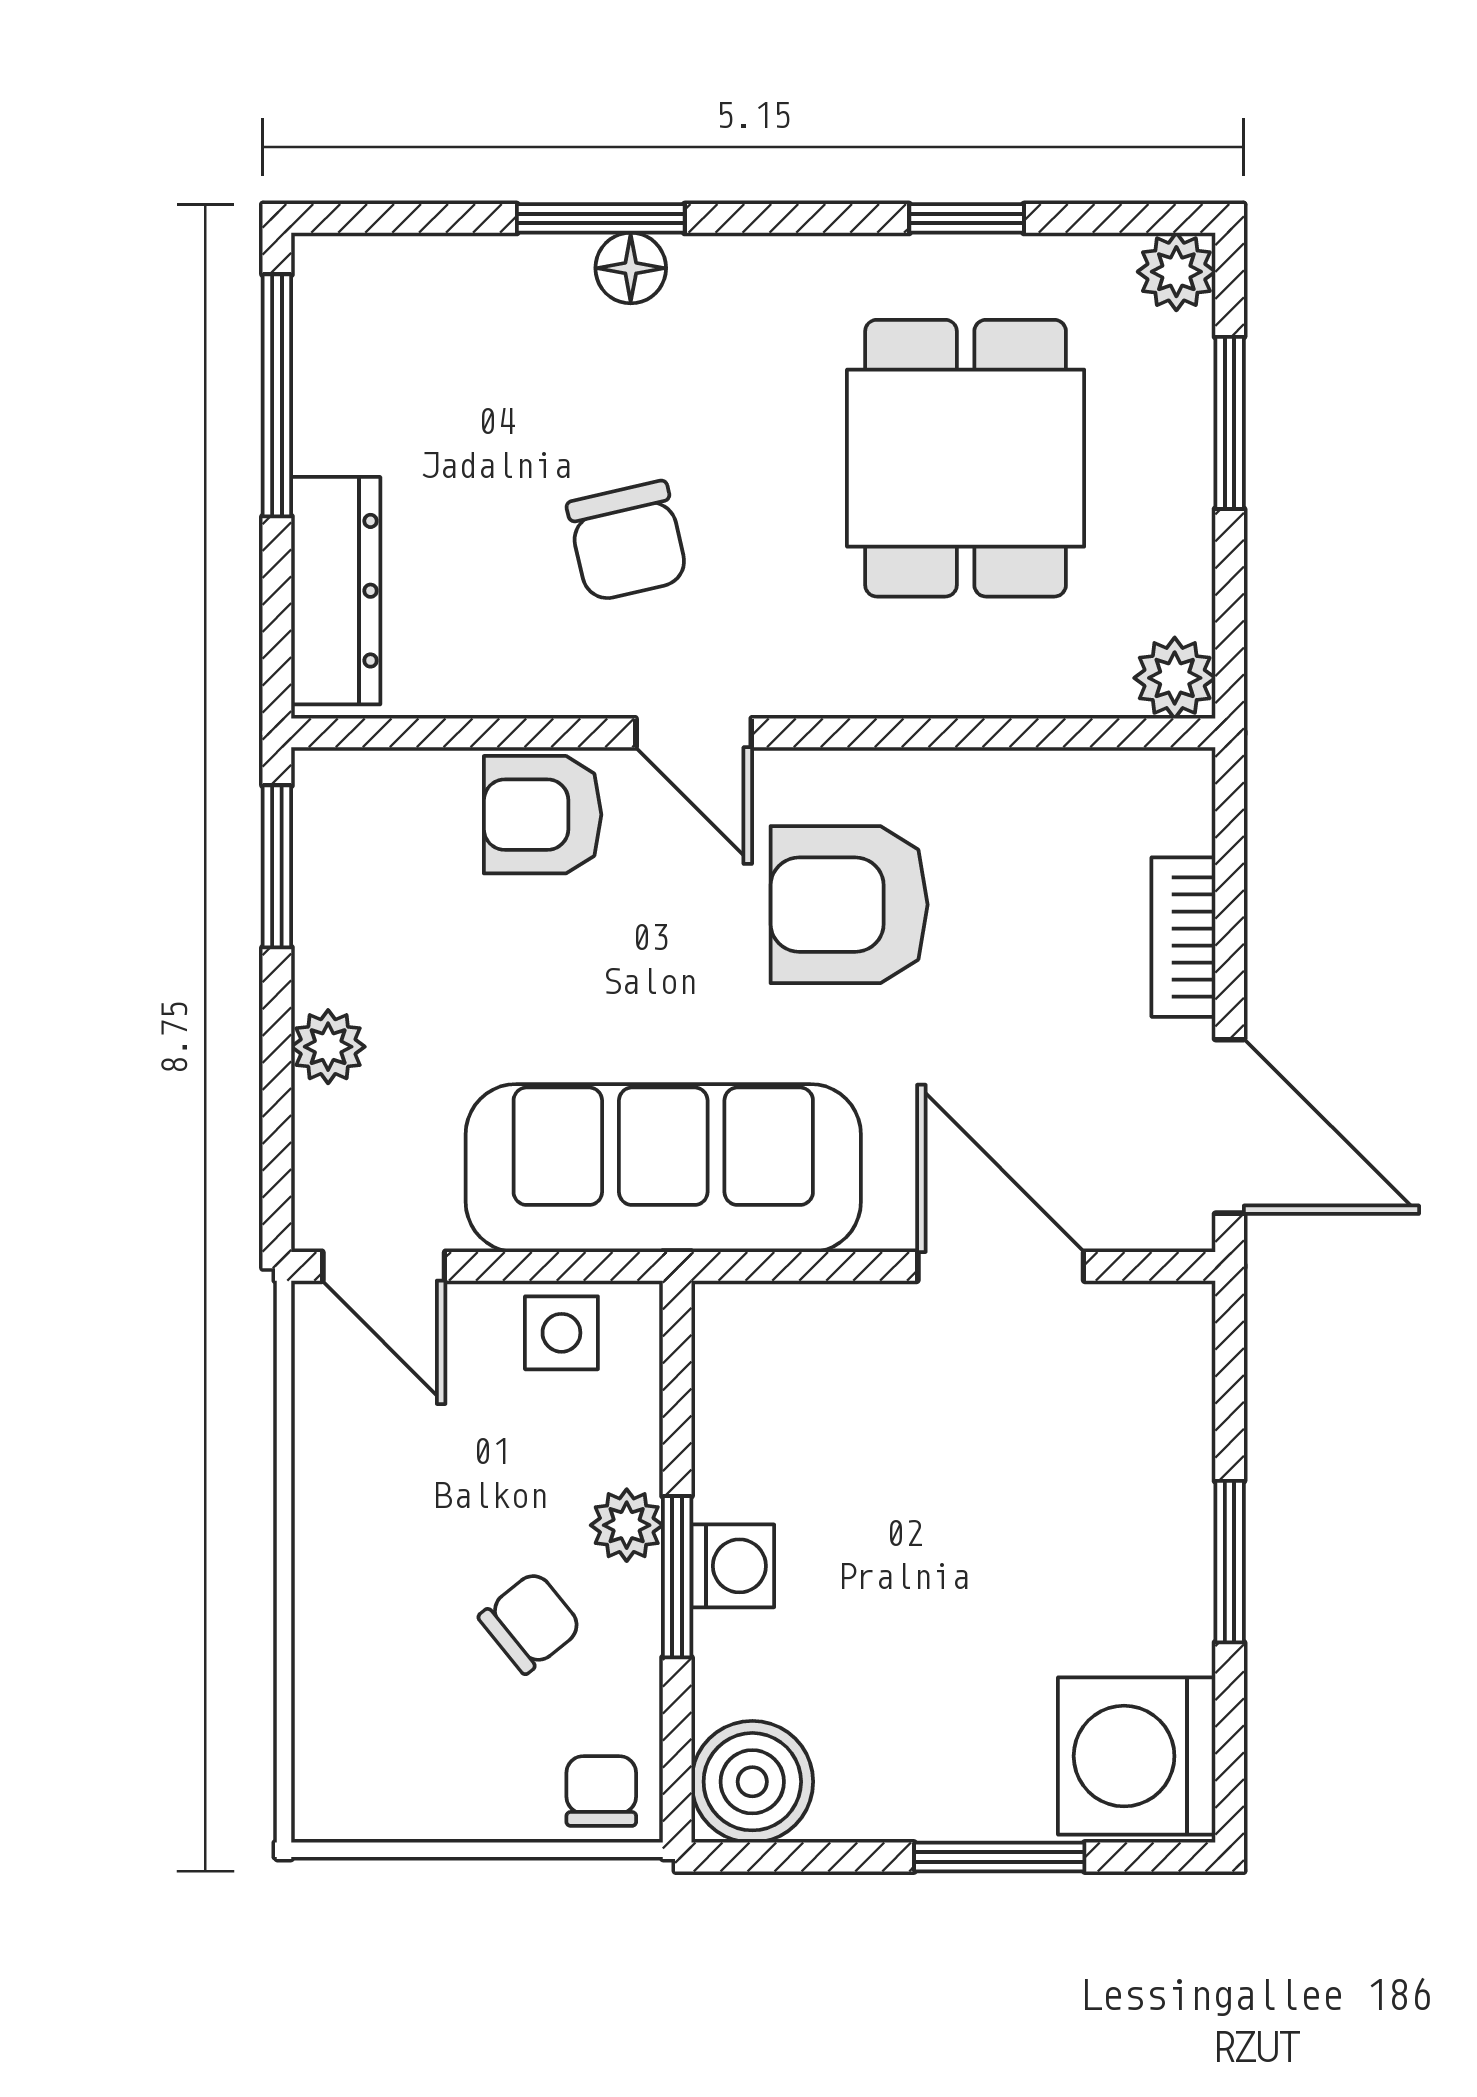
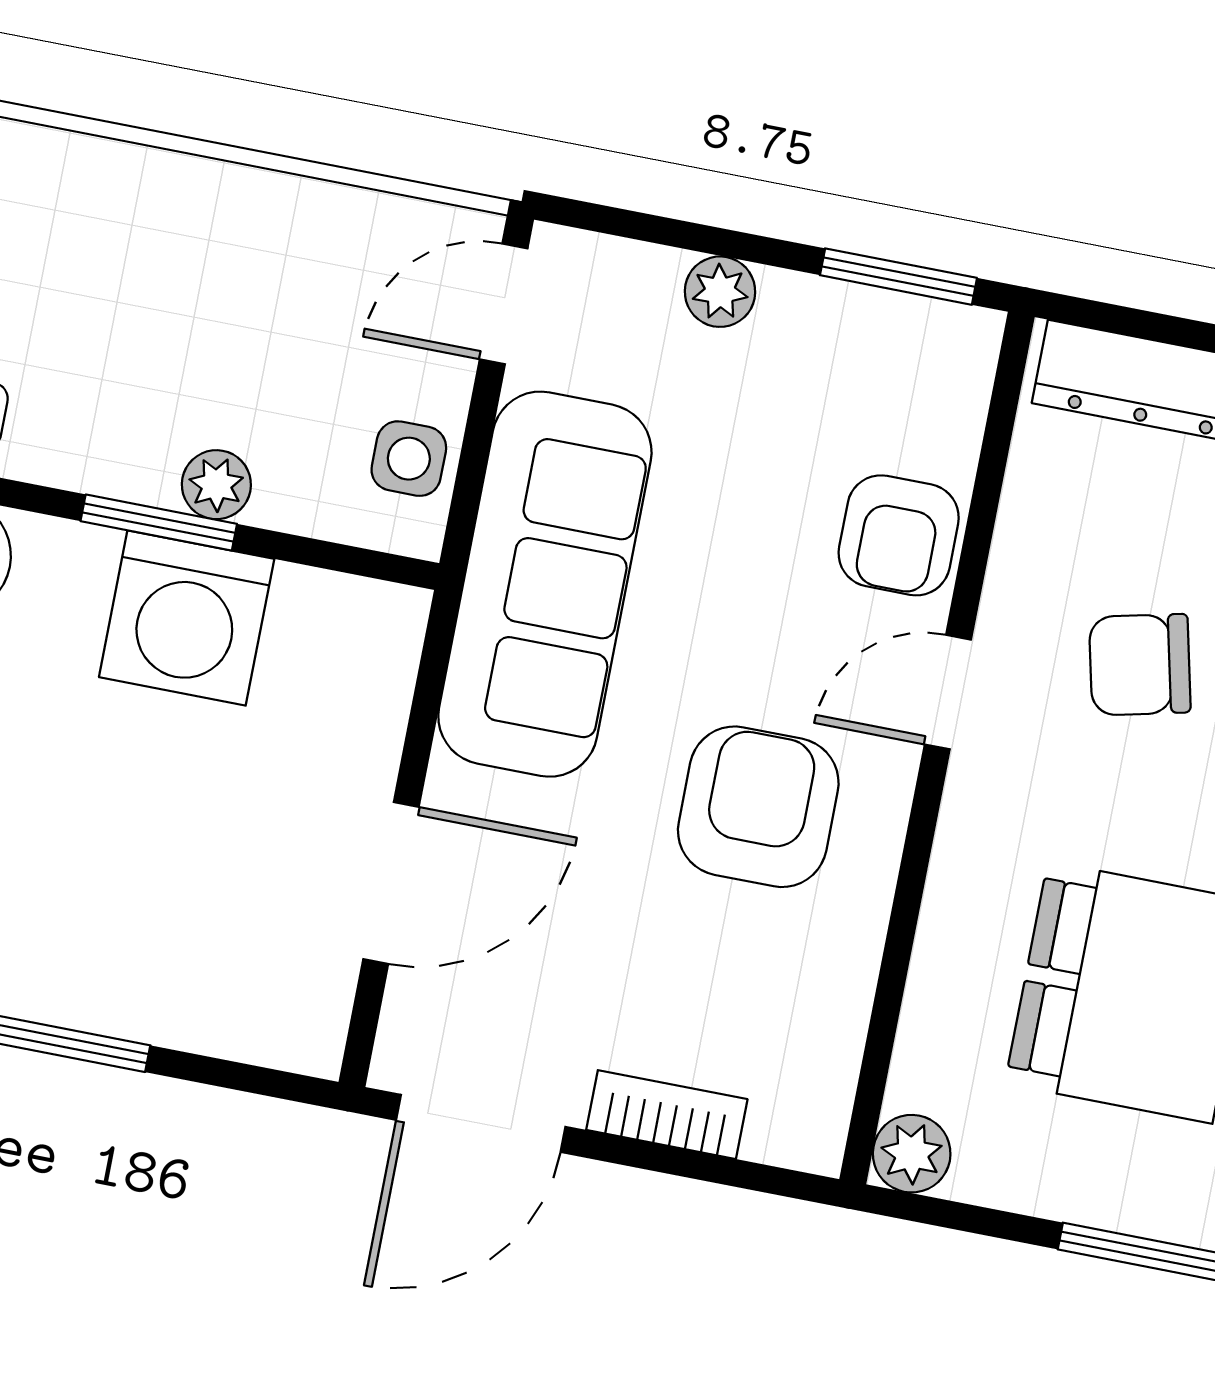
armchair: (543, 815) -> (899, 535), turned 180
washing machine: (733, 1566) -> (187, 618), width x1.89, depth x1.89
chair: (530, 1622) -> (143, 377), removed

